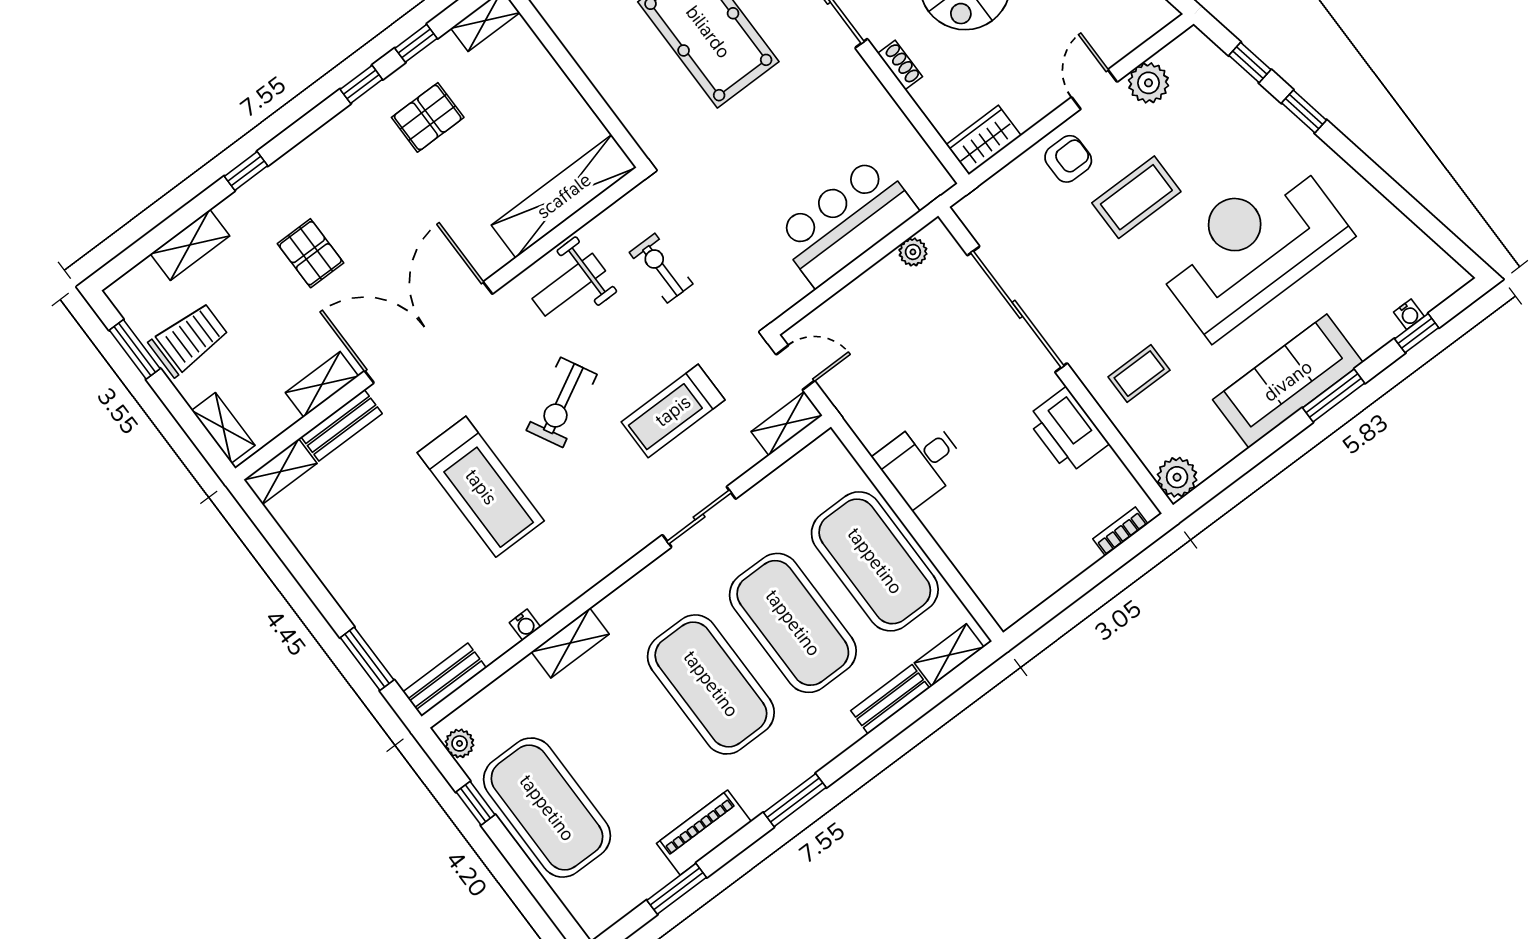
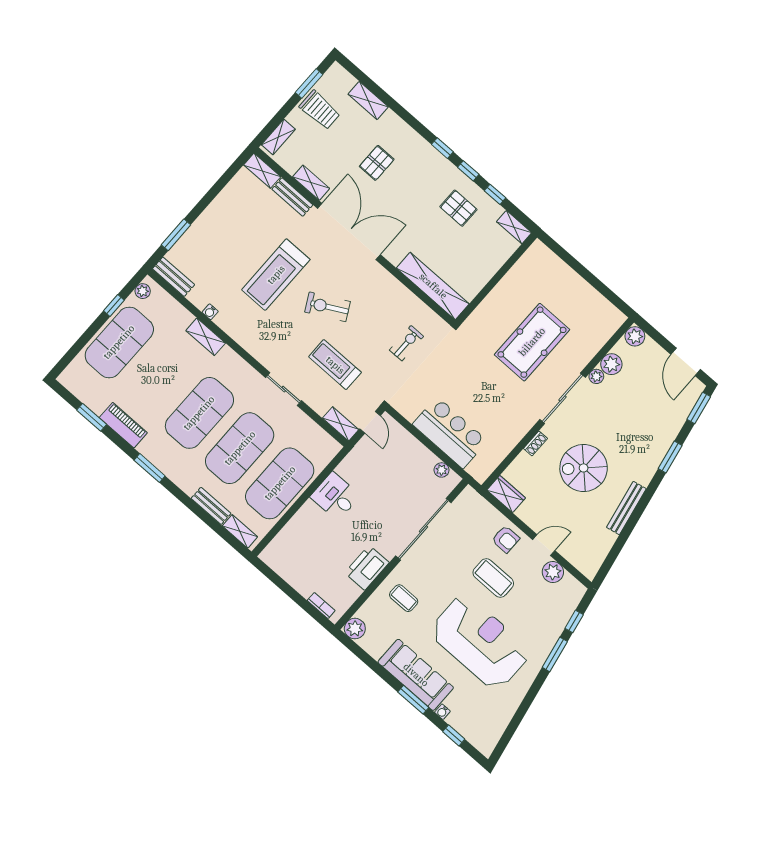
window: (1304, 111) -> (555, 654), width x1.50
window: (246, 171) -> (442, 148), moved
weight bench: (569, 285) -> (388, 298), removed
water cooler: (1409, 314) -> (442, 712), moved

